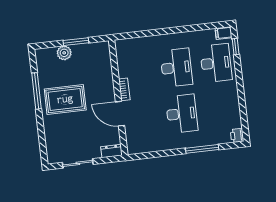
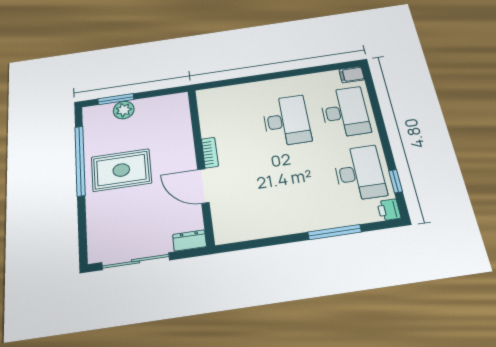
window: (76, 42) -> (116, 99), moved
window: (236, 47) -> (396, 181), moved
window: (36, 91) -> (80, 161), width x1.46
desk: (182, 114) -> (359, 173), moved
sliding door: (78, 163) -> (136, 261), width x1.37

